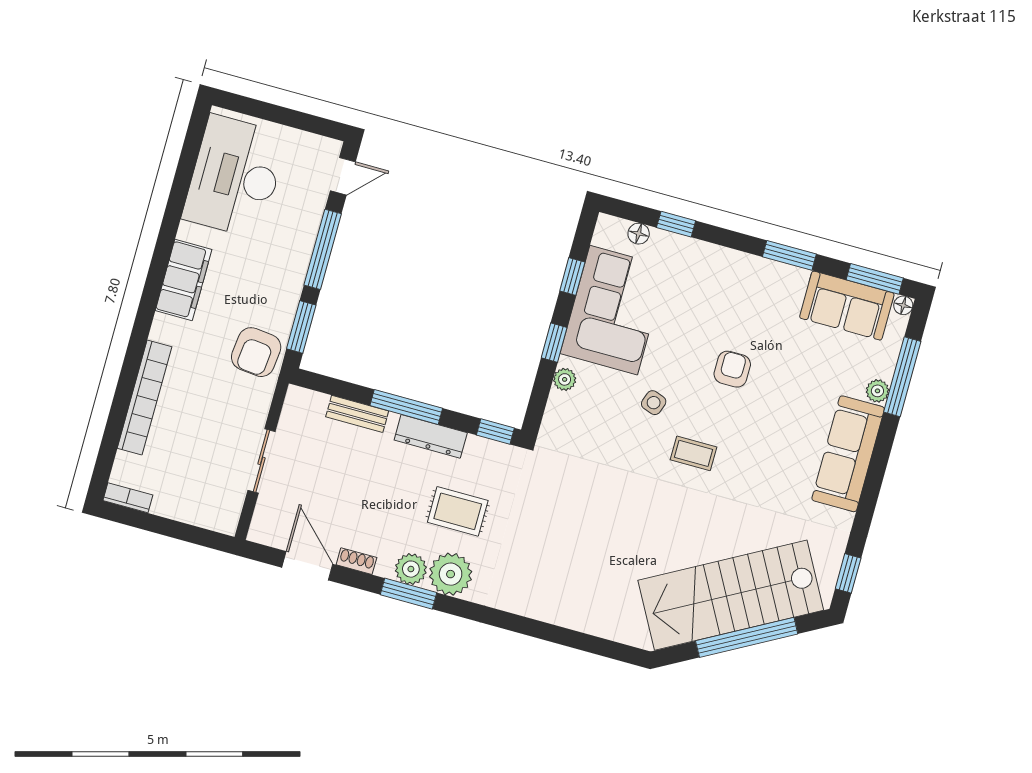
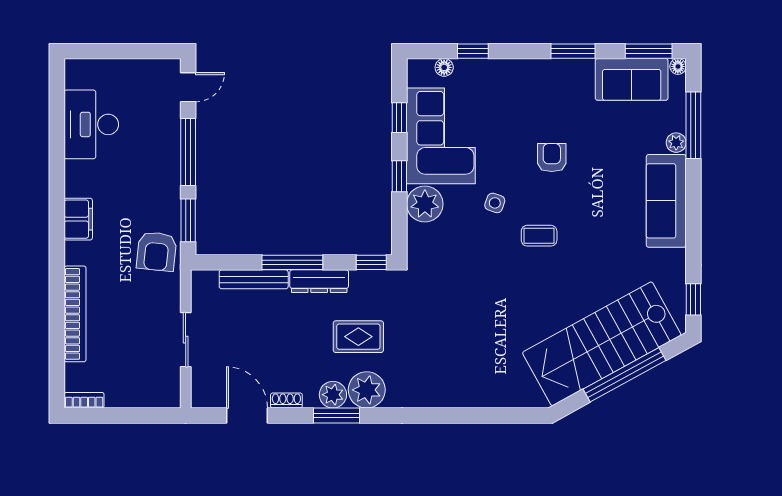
desk: (235, 177) -> (91, 124), width x0.73, depth x0.77
filing cabinet: (183, 280) -> (78, 219), width x0.67, depth x0.86
plant: (565, 379) -> (425, 204), width x1.88, depth x1.88
bench: (357, 414) -> (254, 279), width x1.36

